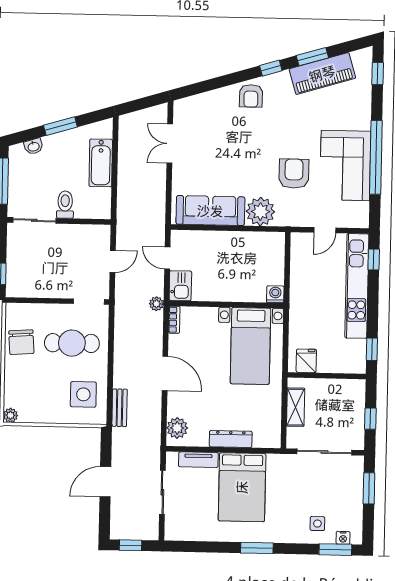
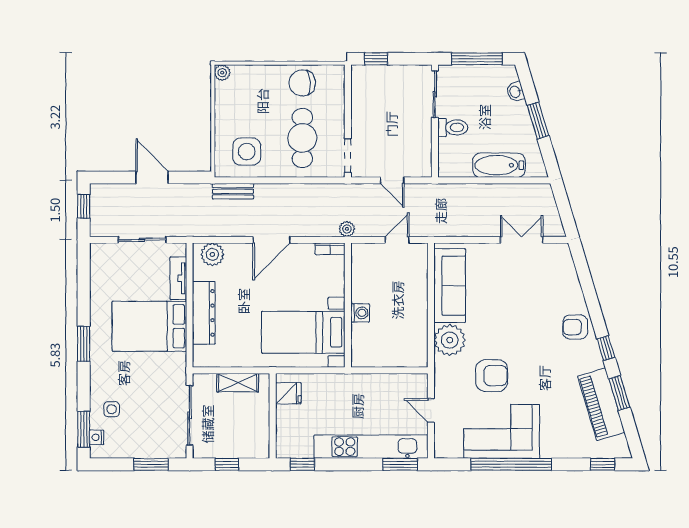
window: (374, 259) -> (400, 464), width x1.50
kitchen sink: (180, 286) -> (367, 255), removed
washing machine: (275, 294) -> (360, 313), moved
dresser: (231, 439) -> (204, 313), width x1.37, depth x1.24

